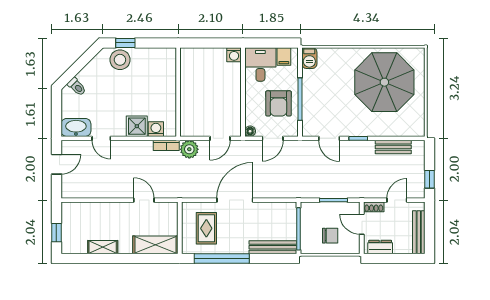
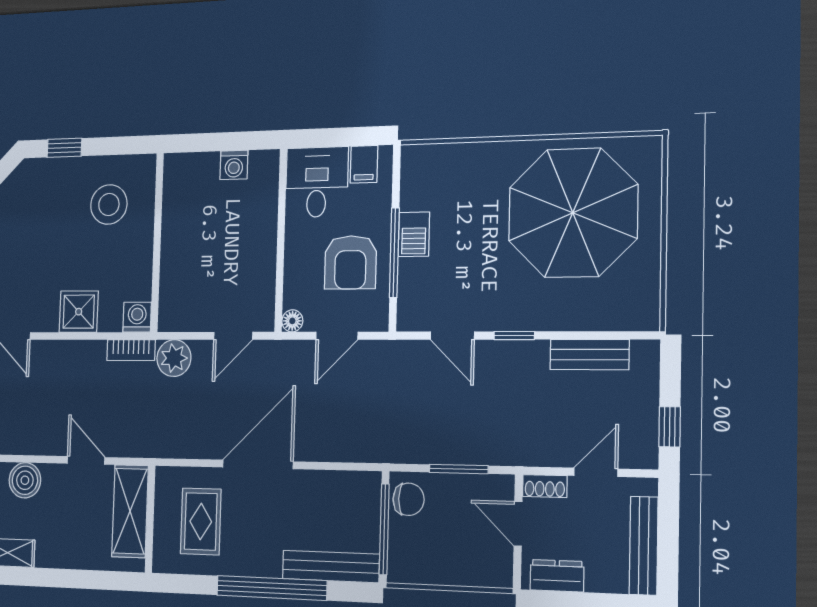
washing machine: (234, 55) -> (234, 165), moved
barbecue: (309, 58) -> (414, 234), moved
stool: (120, 60) -> (109, 204), moved
washing machine: (156, 129) -> (137, 317), moved
boiler: (111, 211) -> (25, 480), added
chair: (330, 236) -> (409, 499), moved
shelving: (155, 245) -> (130, 511), moved, turned 90
window: (222, 258) -> (272, 588), moved

